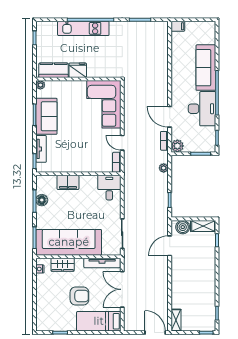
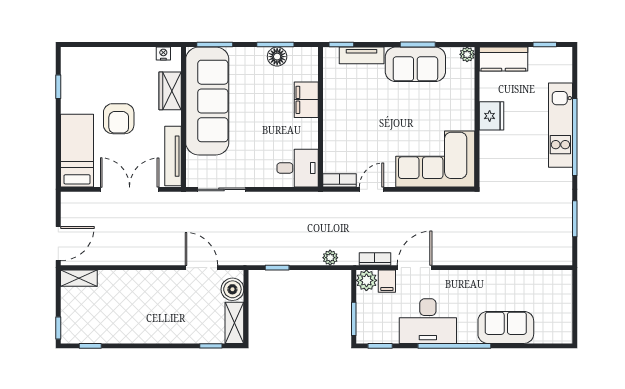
filing cabinet: (178, 26) -> (387, 281), moved
sofa: (206, 68) -> (506, 327), width x0.73
kitchen counter: (54, 70) -> (503, 59), moved, turned 90

